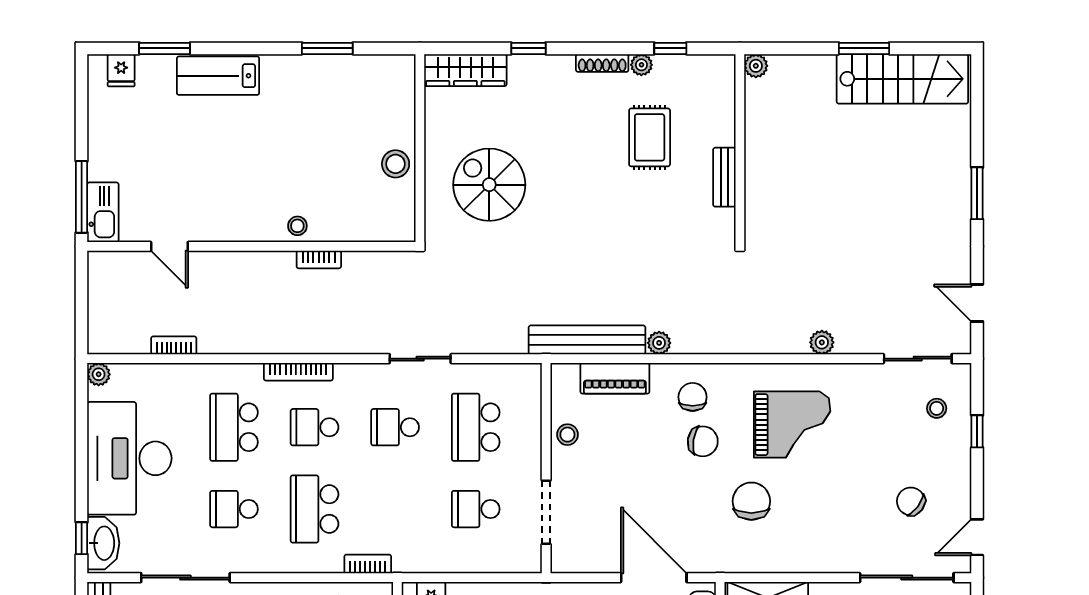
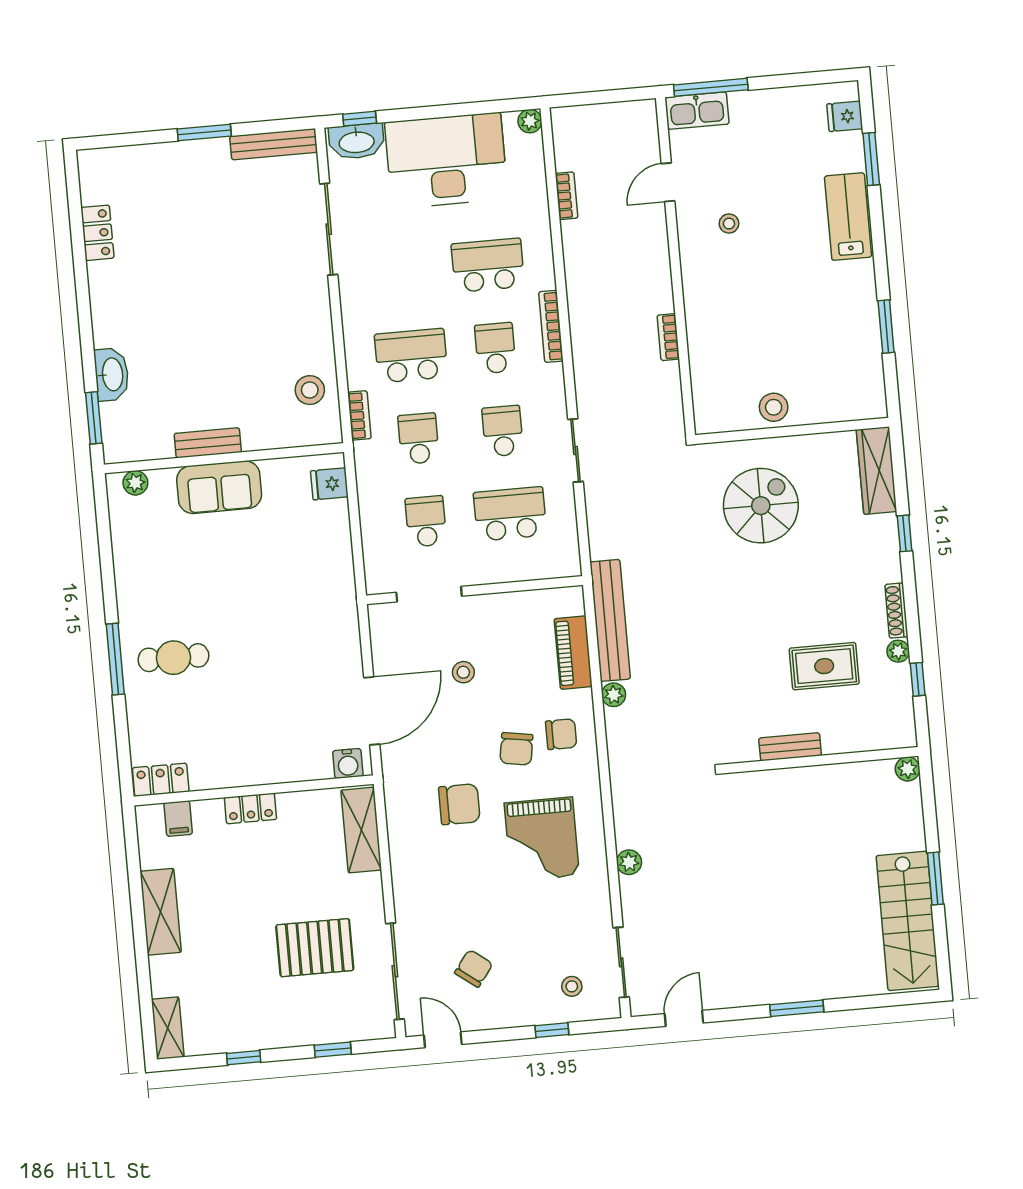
stool: (297, 226) -> (729, 224), moved
stool: (567, 435) -> (463, 672), moved
school desk: (234, 509) -> (419, 439), moved

